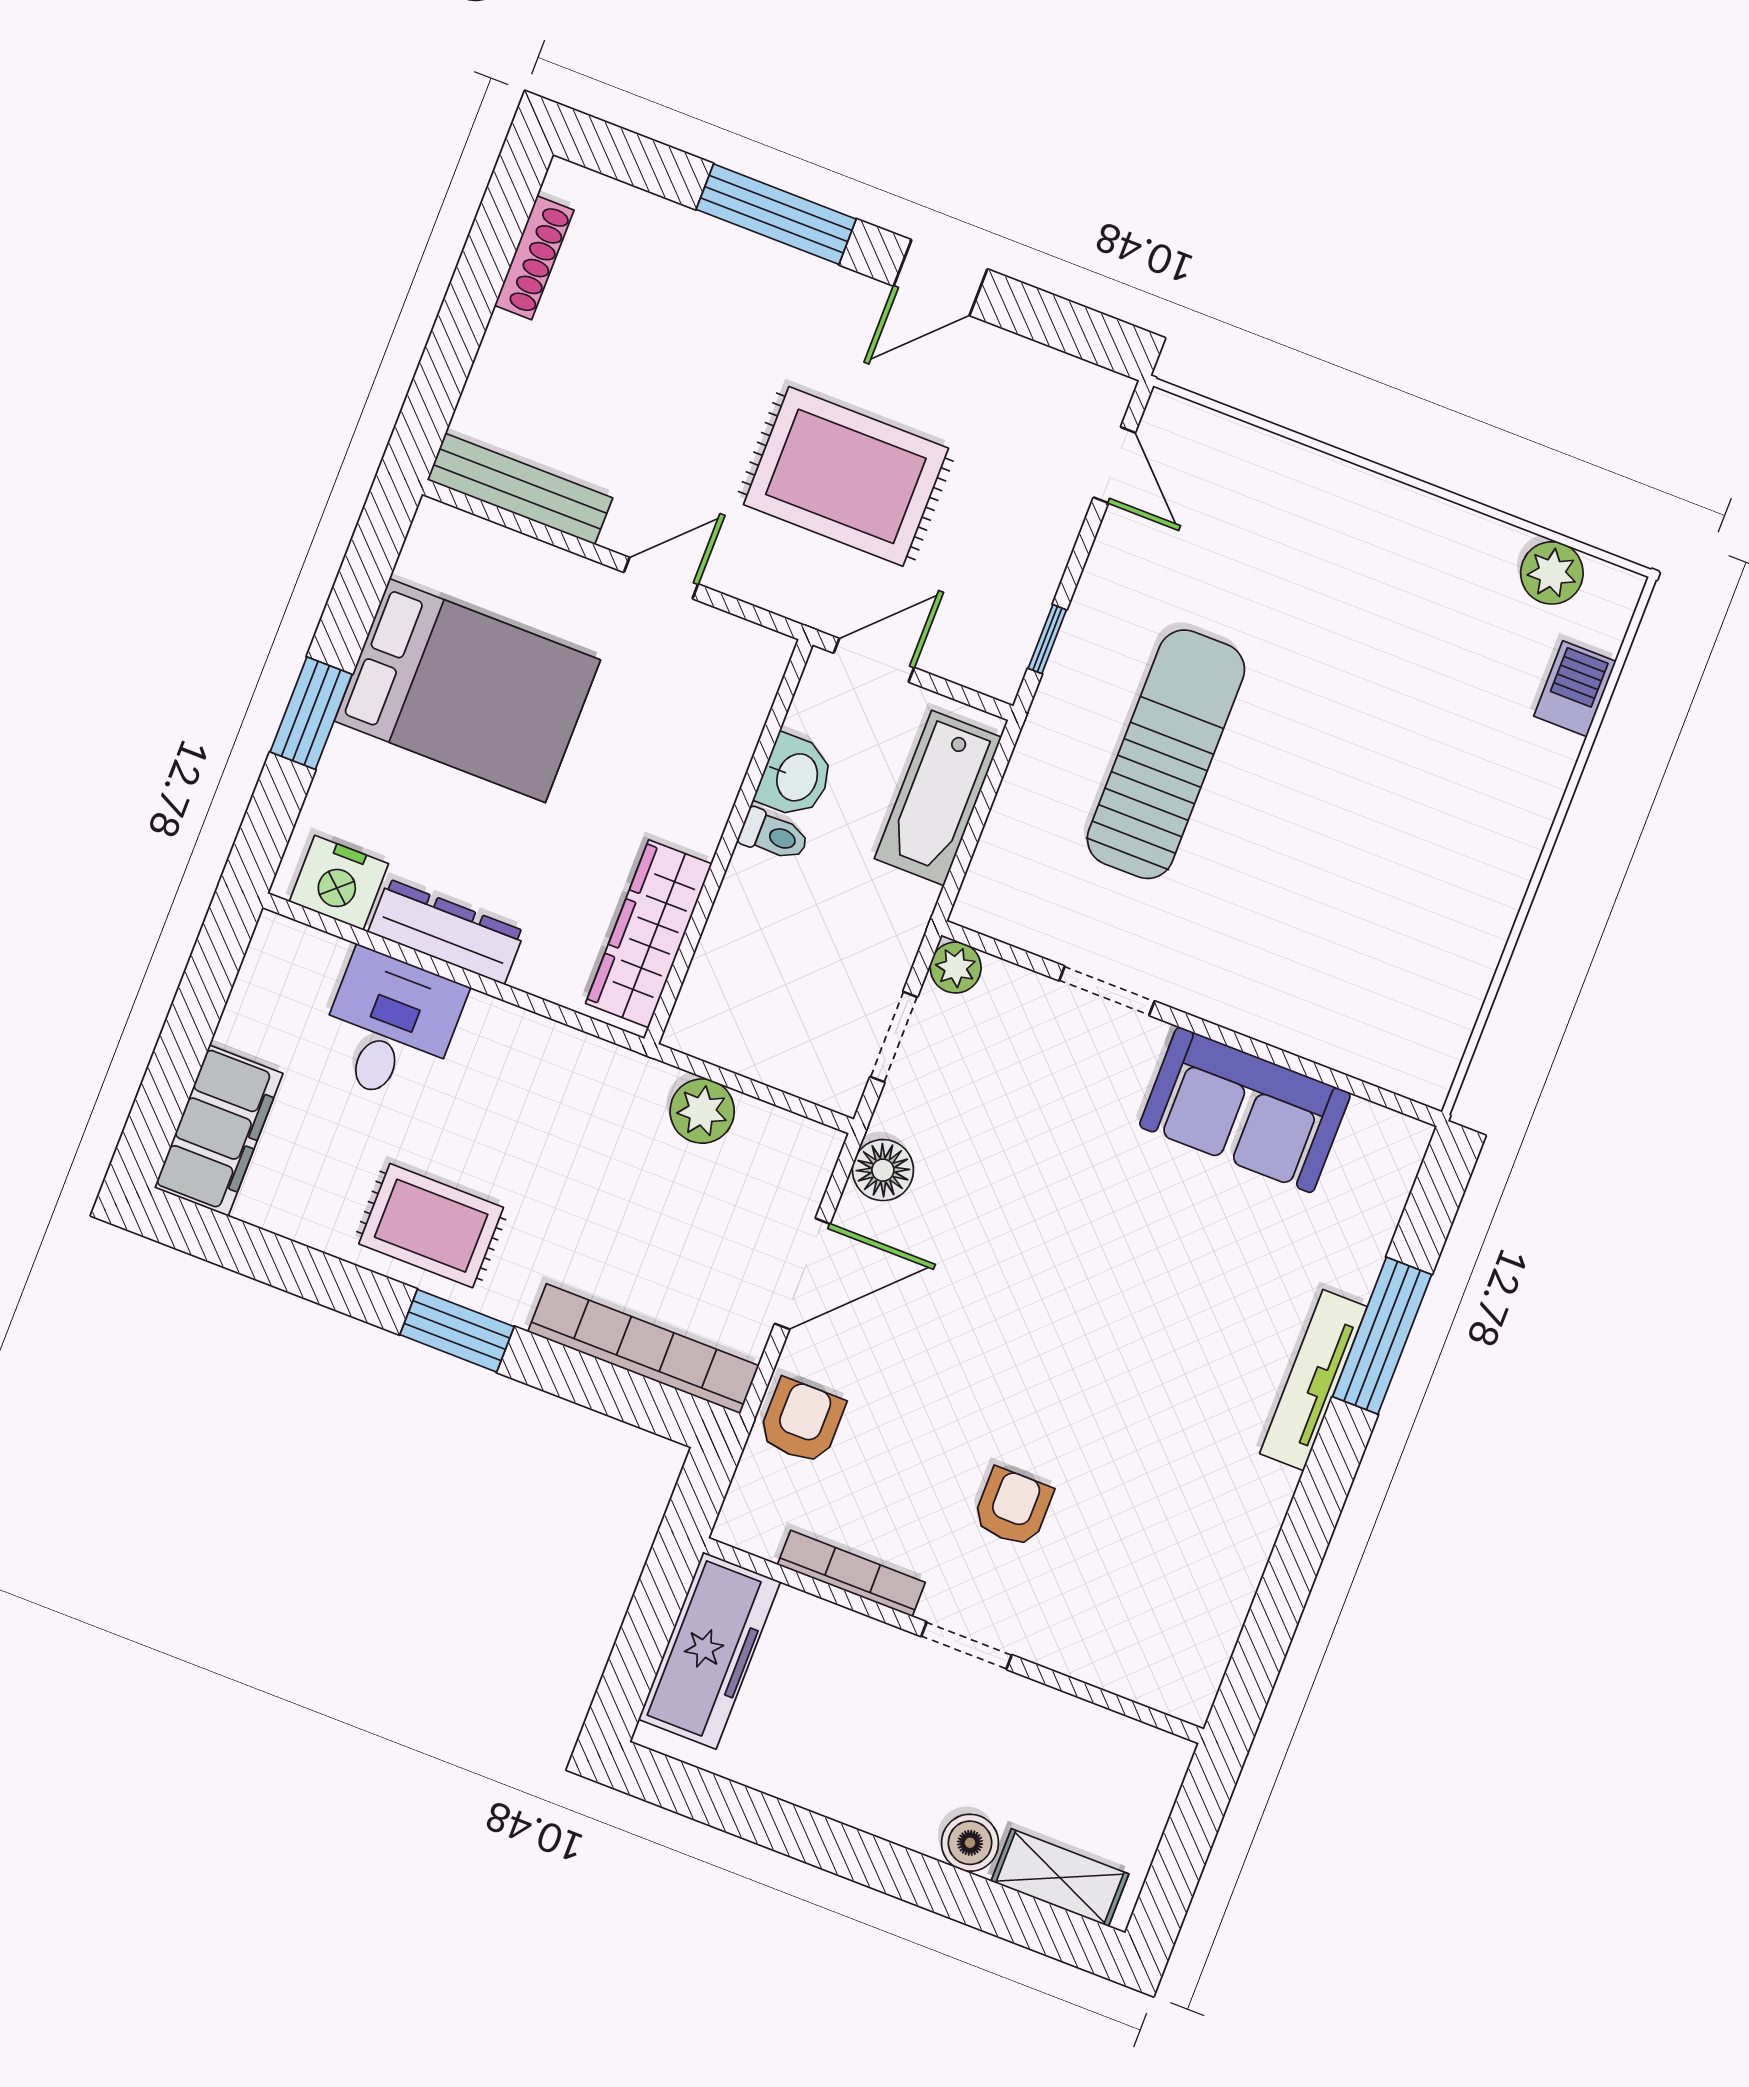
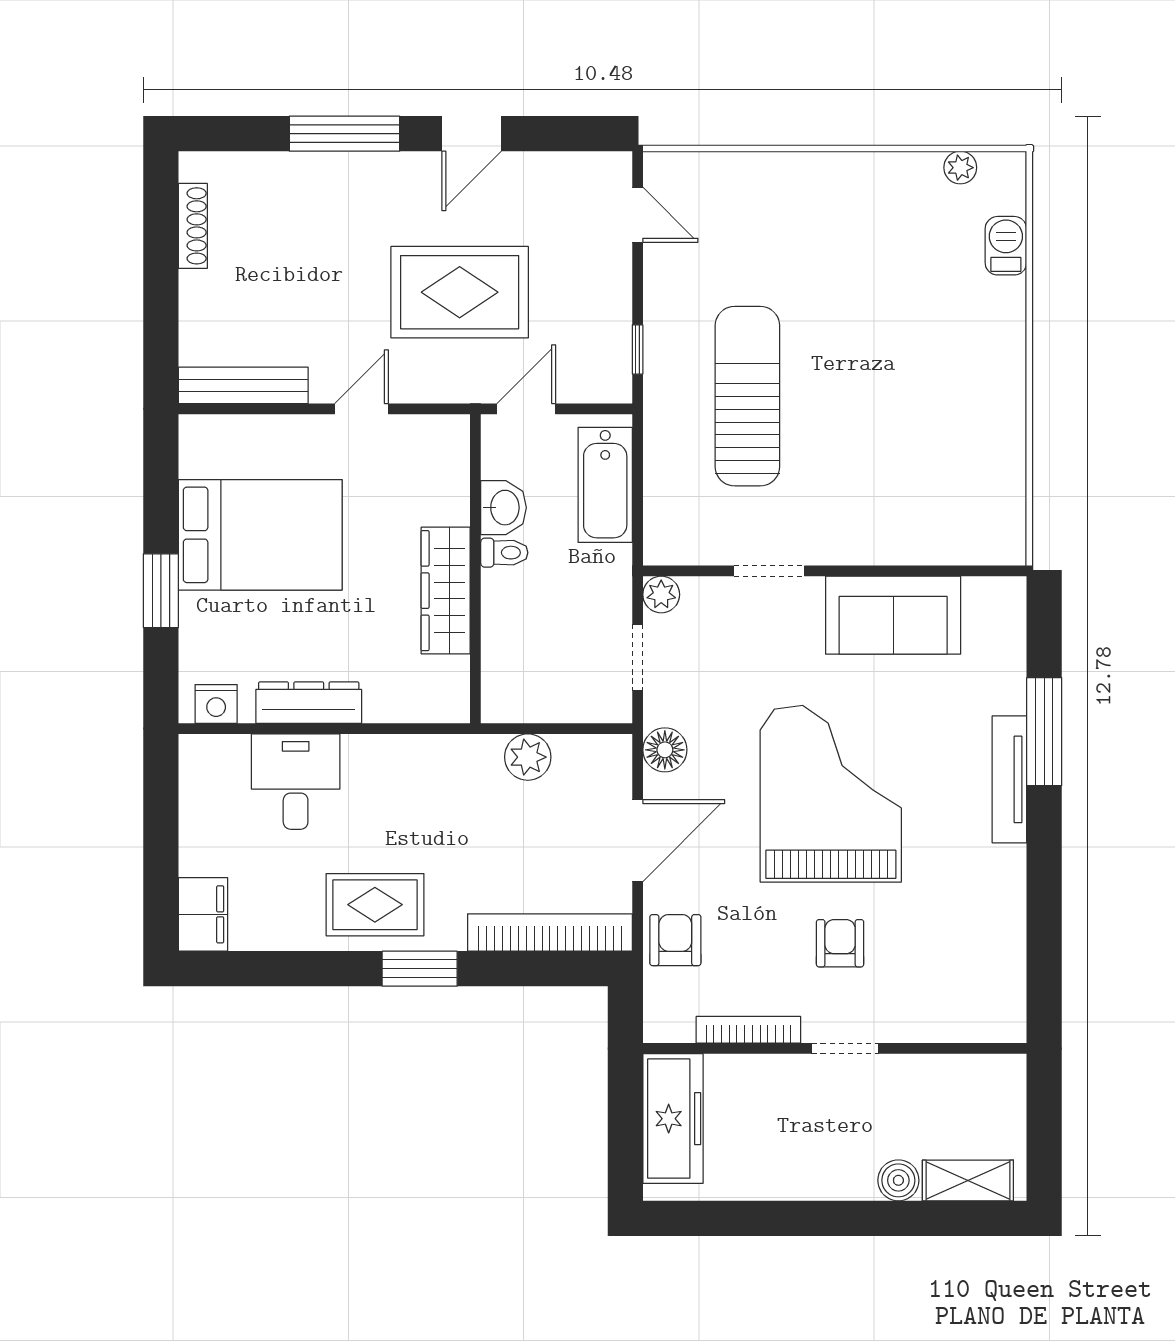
plant: (1552, 573) -> (960, 168), width x0.73, depth x0.73
nightstand: (339, 883) -> (216, 704), width x0.74, depth x0.75
wardrobe: (649, 934) -> (446, 591), moved
filing cabinet: (219, 1131) -> (203, 914), width x0.67, depth x0.86
grand piano: (1075, 1310) -> (831, 794), added

